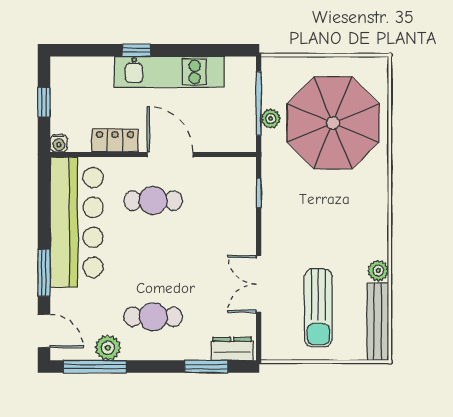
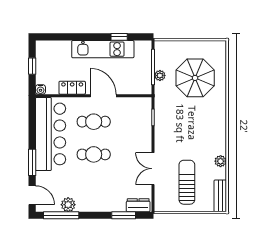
window: (137, 50) -> (119, 37), moved
parasol: (333, 123) -> (195, 78), width x0.73, depth x0.73
sun lounger: (318, 308) -> (187, 182), turned 180
cafe table: (153, 317) -> (94, 154), moved
bench: (378, 322) -> (220, 196), width x0.73

